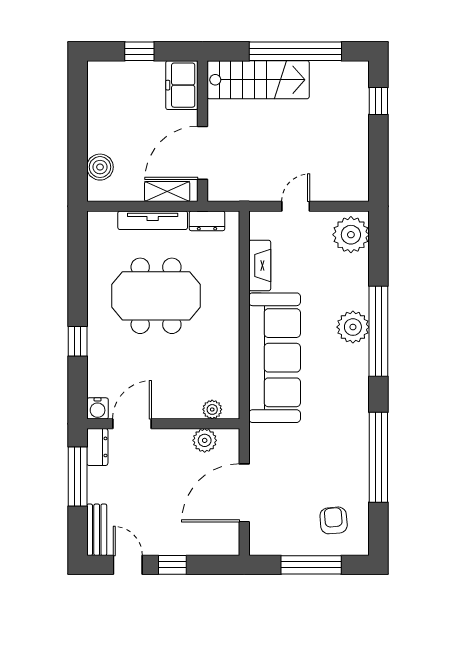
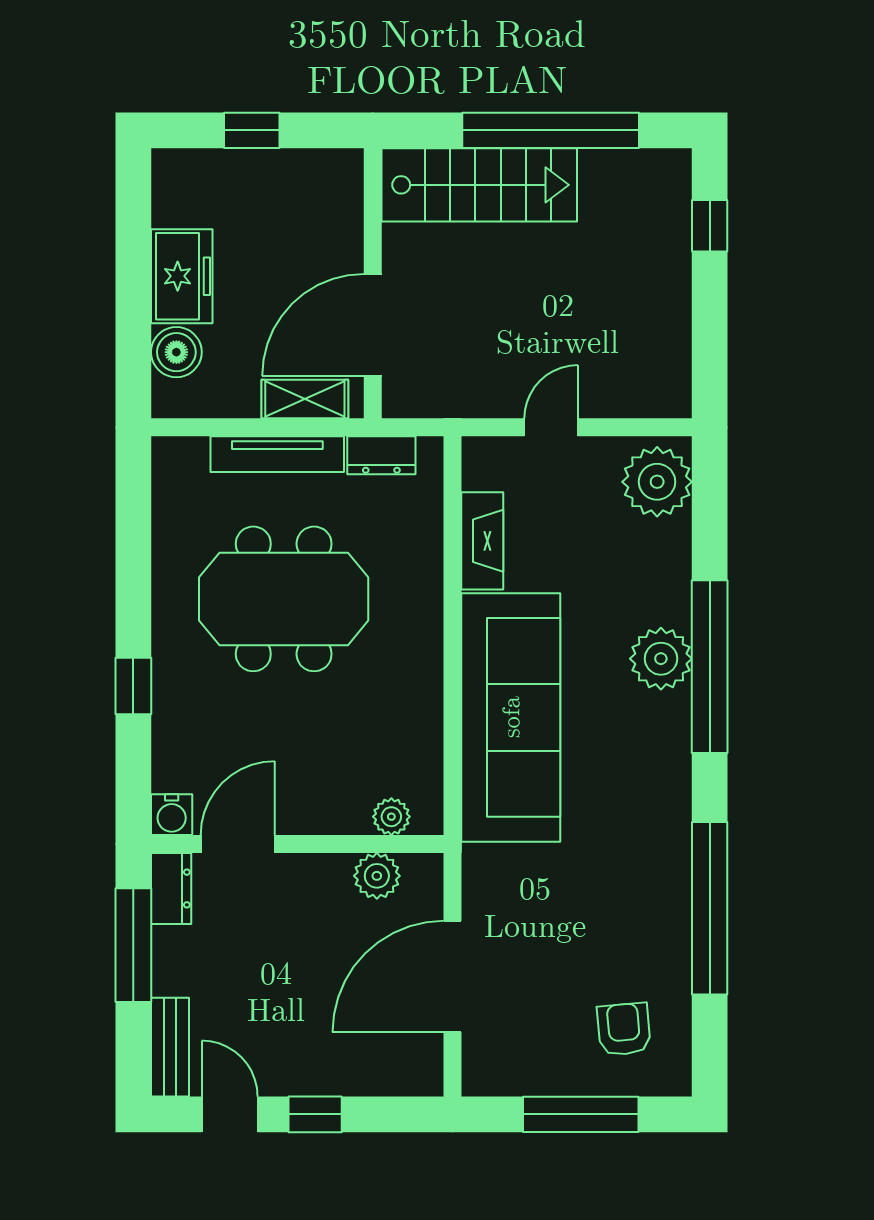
freezer: (182, 85) -> (182, 276), moved, turned 180

